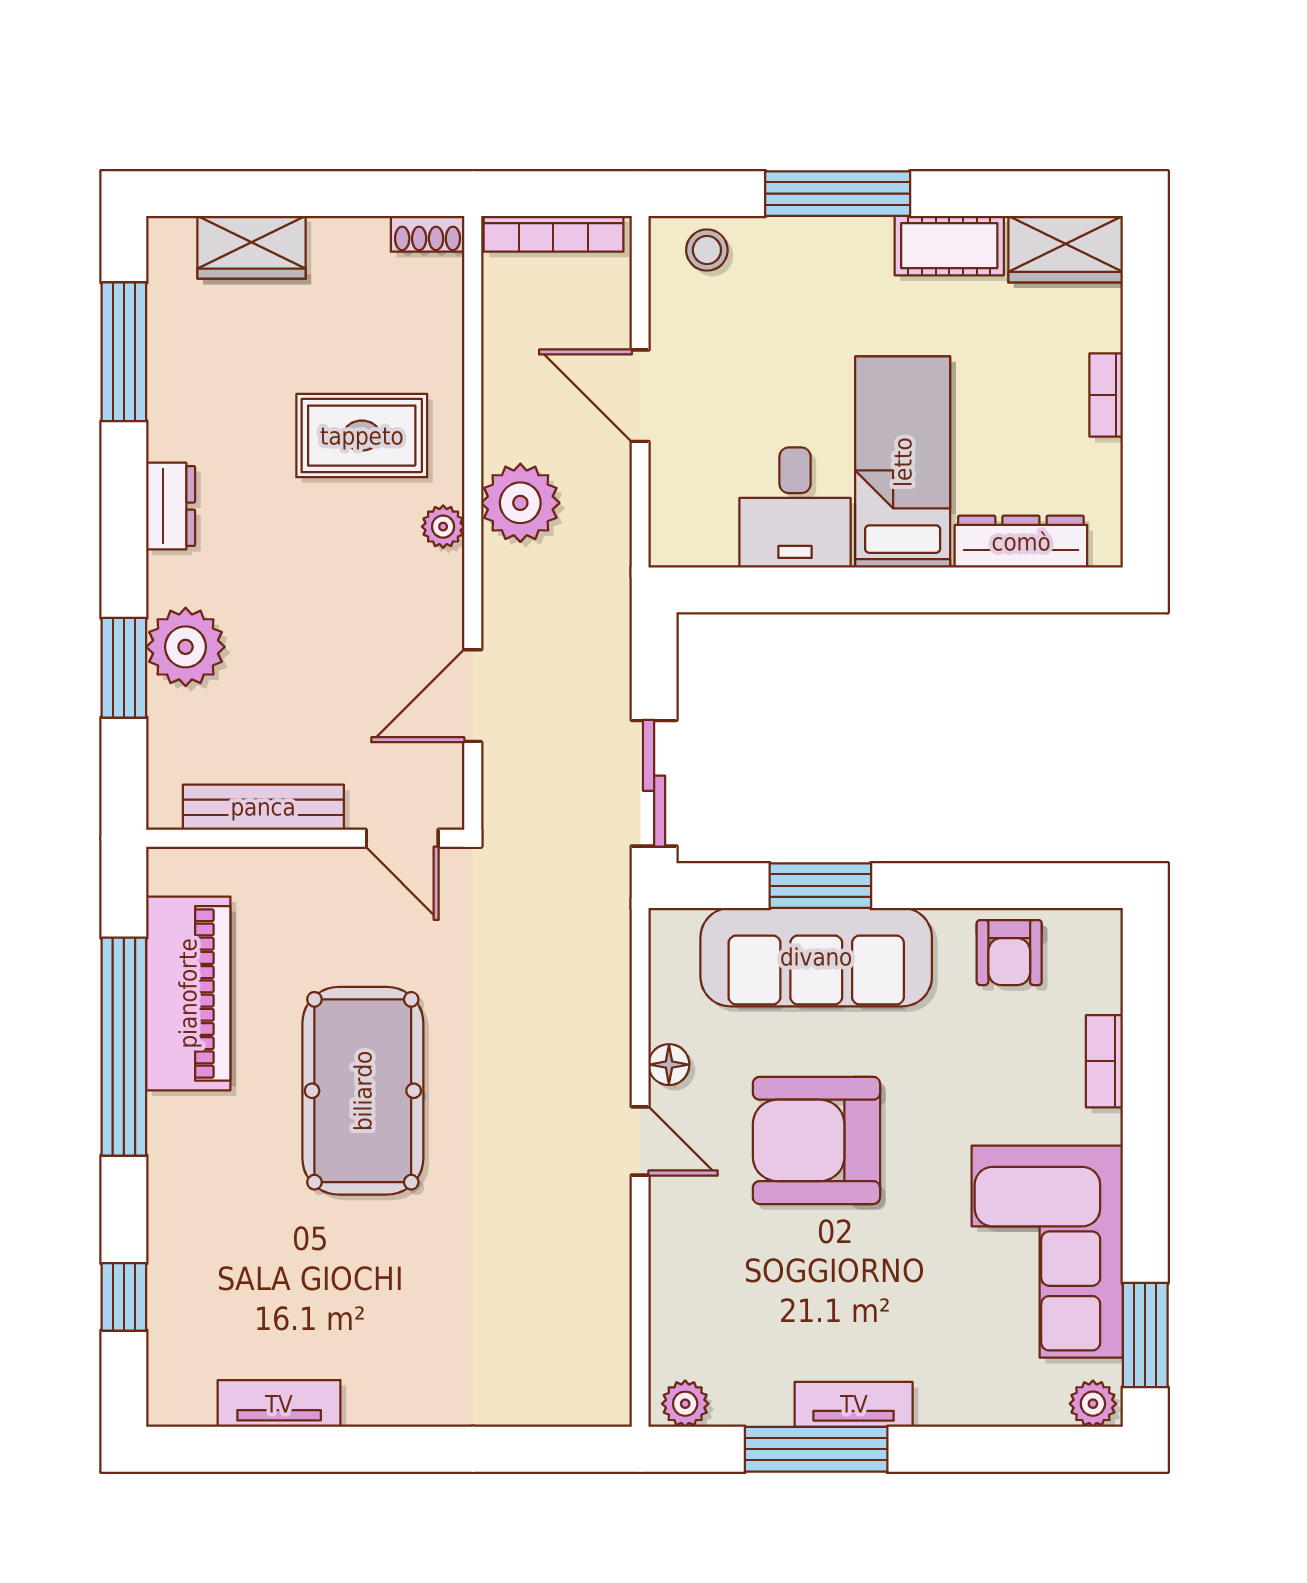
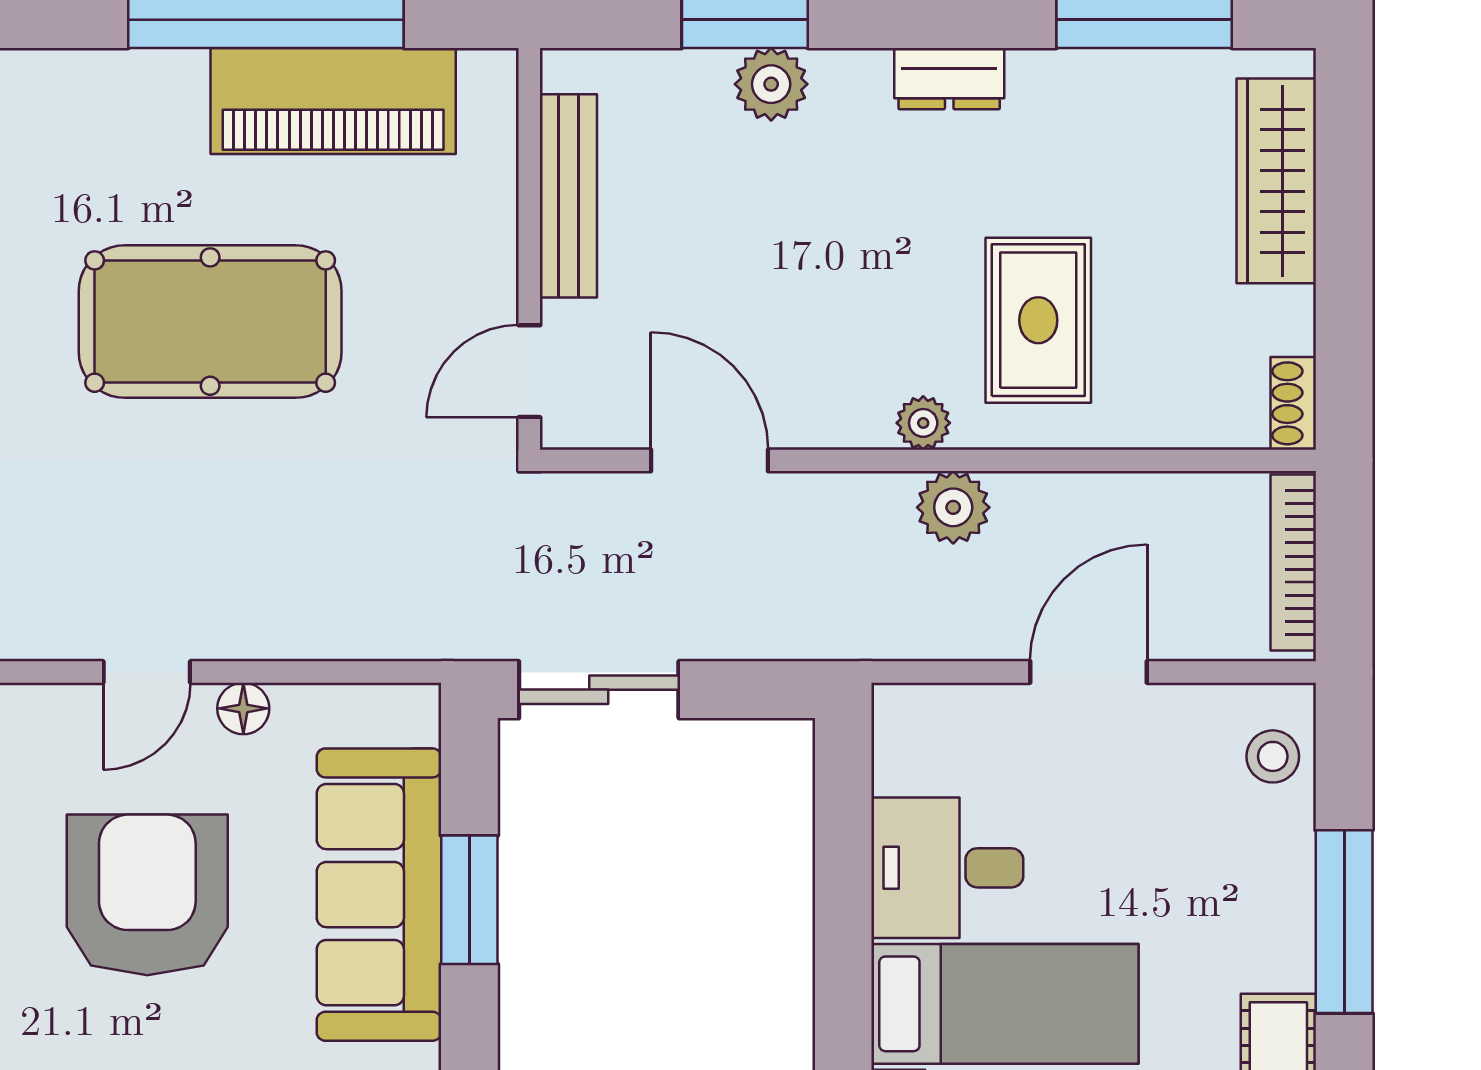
wardrobe: (252, 247) -> (1276, 181), width x1.50
plant: (520, 503) -> (953, 507), width x0.73, depth x0.73
plant: (186, 647) -> (771, 84), width x0.73, depth x0.73

